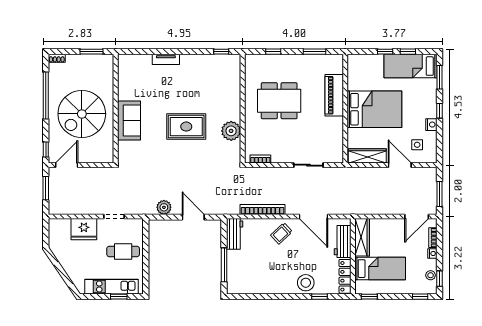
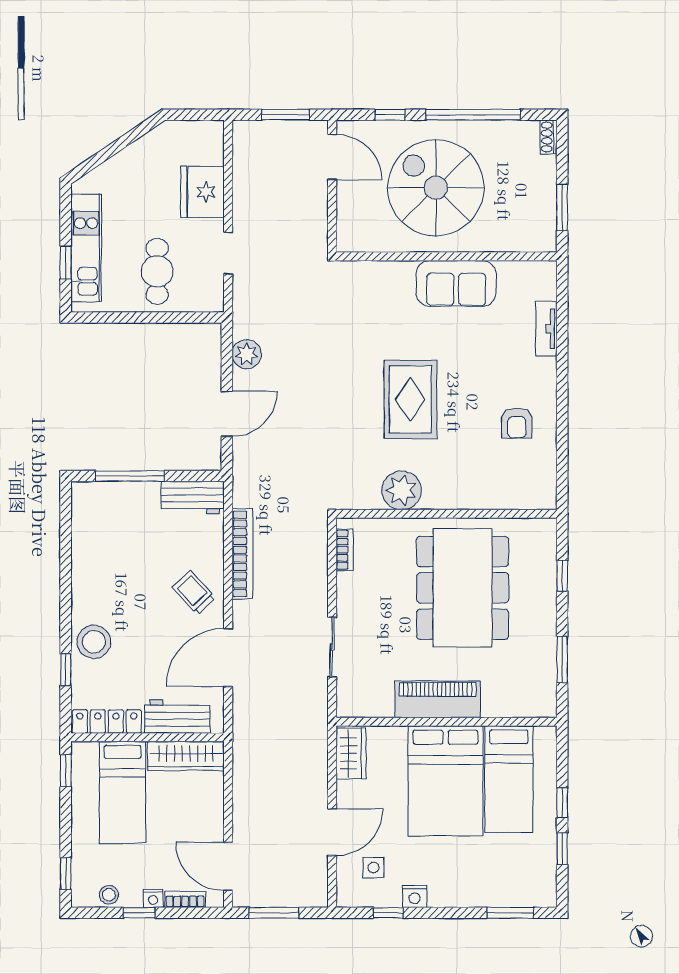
window: (221, 52) -> (562, 470), removed
tv unit: (166, 59) -> (546, 329), moved
bed: (411, 66) -> (509, 779), moved, turned 180
armchair: (198, 74) -> (517, 423), added
piano: (334, 95) -> (438, 699), moved
dining table: (279, 101) -> (463, 588), width x1.36, depth x1.24
window: (439, 111) -> (388, 913), moved
sofa: (129, 121) -> (456, 283), moved
window: (46, 150) -> (390, 115), moved
wardrobe: (367, 156) -> (351, 754), width x0.67
window: (439, 279) -> (139, 913), moved

